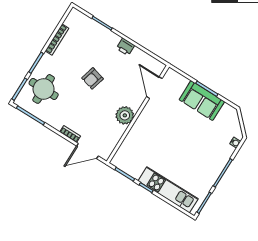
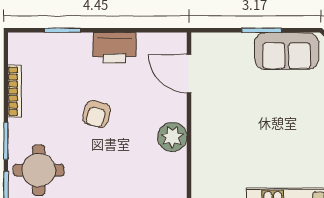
printer: (125, 47) -> (115, 48), width x1.87, depth x1.48
sofa: (202, 101) -> (287, 51), moved

